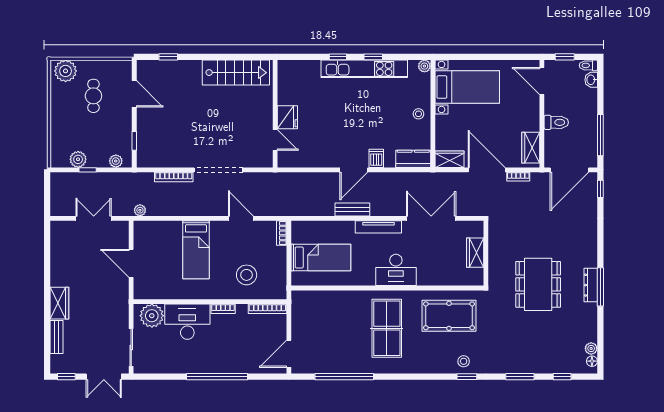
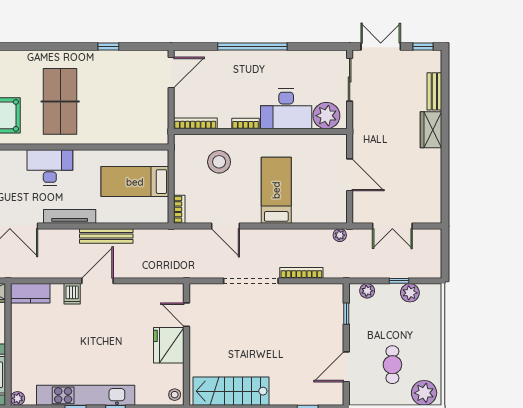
door: (134, 94) -> (346, 367), hinge flipped
stool: (418, 114) -> (175, 395), moved
fridge: (287, 117) -> (169, 345), width x1.36, depth x1.34
bench: (352, 209) -> (106, 236), width x1.36
window: (344, 377) -> (108, 47), width x0.32

